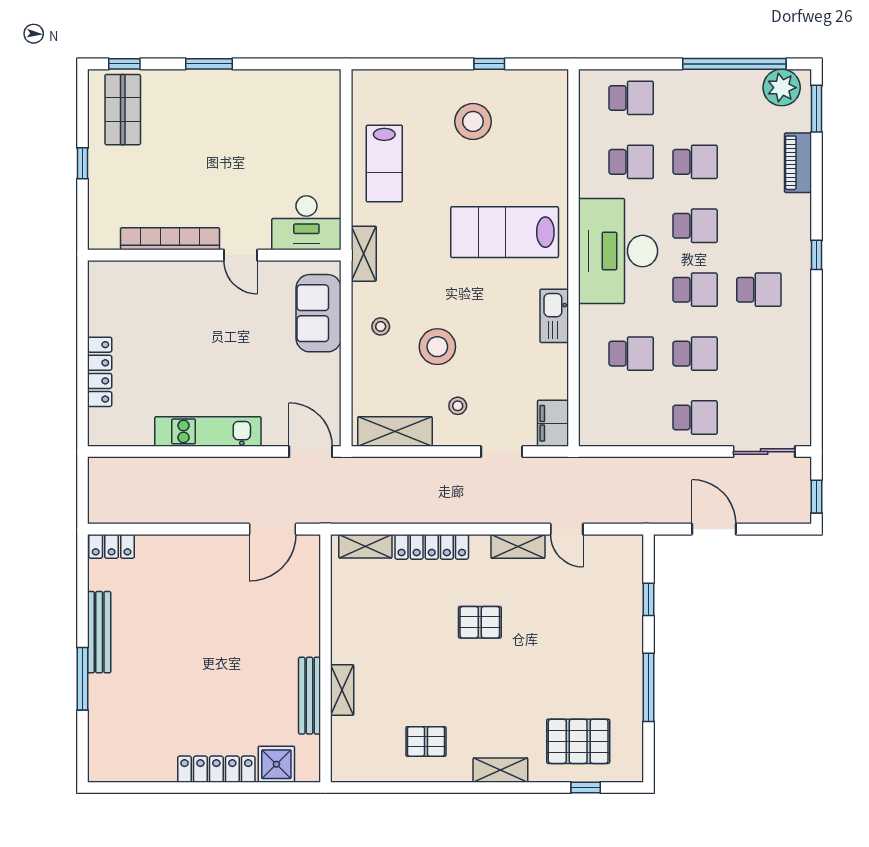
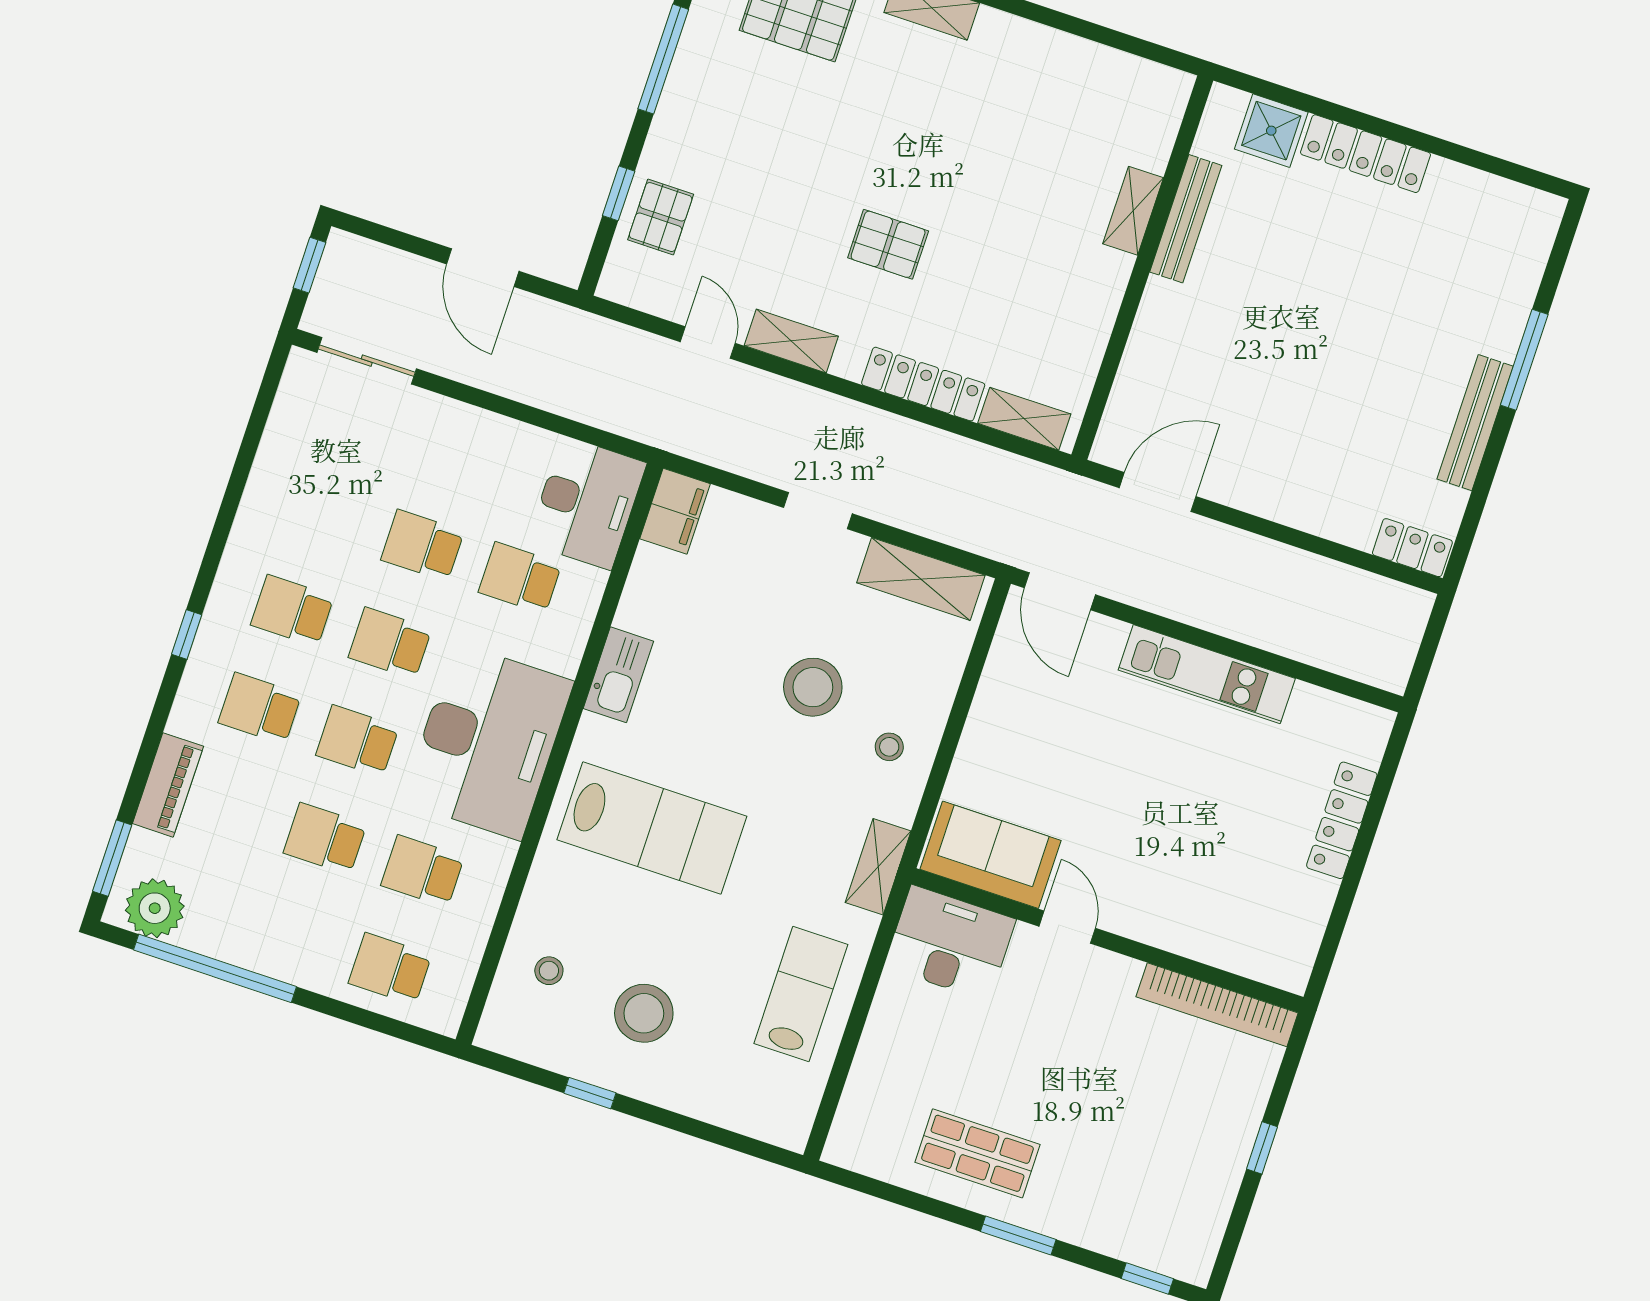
shop shelf: (123, 110) -> (978, 1153), moved, turned 90
bookcase: (170, 239) -> (1217, 1005), moved
sofa: (319, 313) -> (990, 855), moved, turned -90
stool: (458, 406) -> (549, 971), moved
desk: (607, 411) -> (587, 503), added
school desk: (695, 418) -> (260, 708), moved
doorway: (502, 452) -> (818, 511), moved
pallet: (426, 741) -> (661, 217), moved, turned 90

